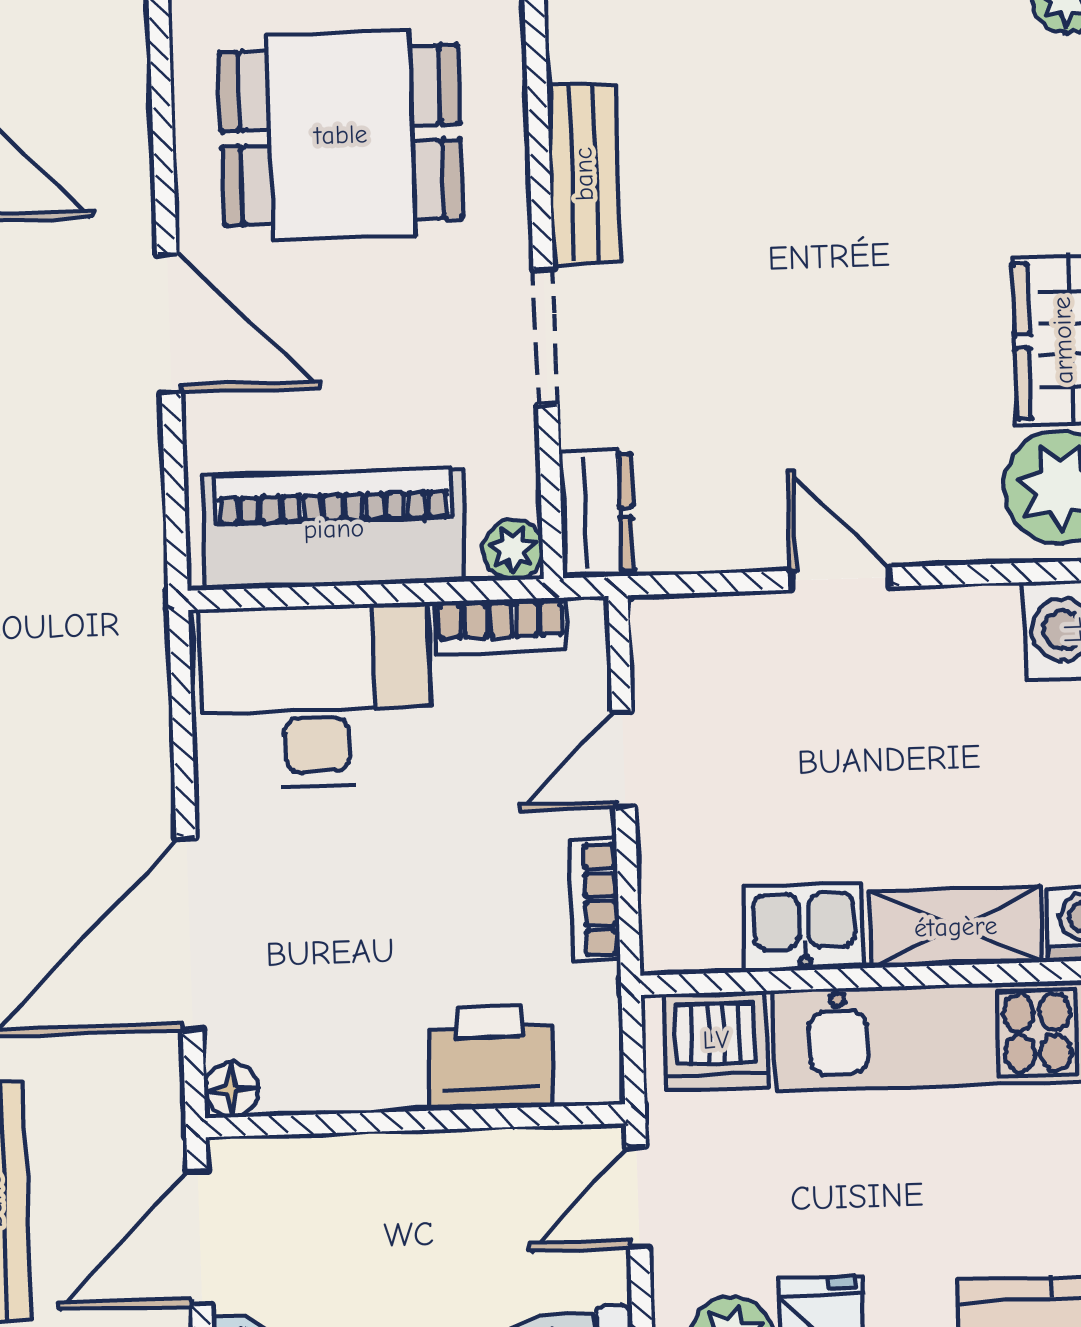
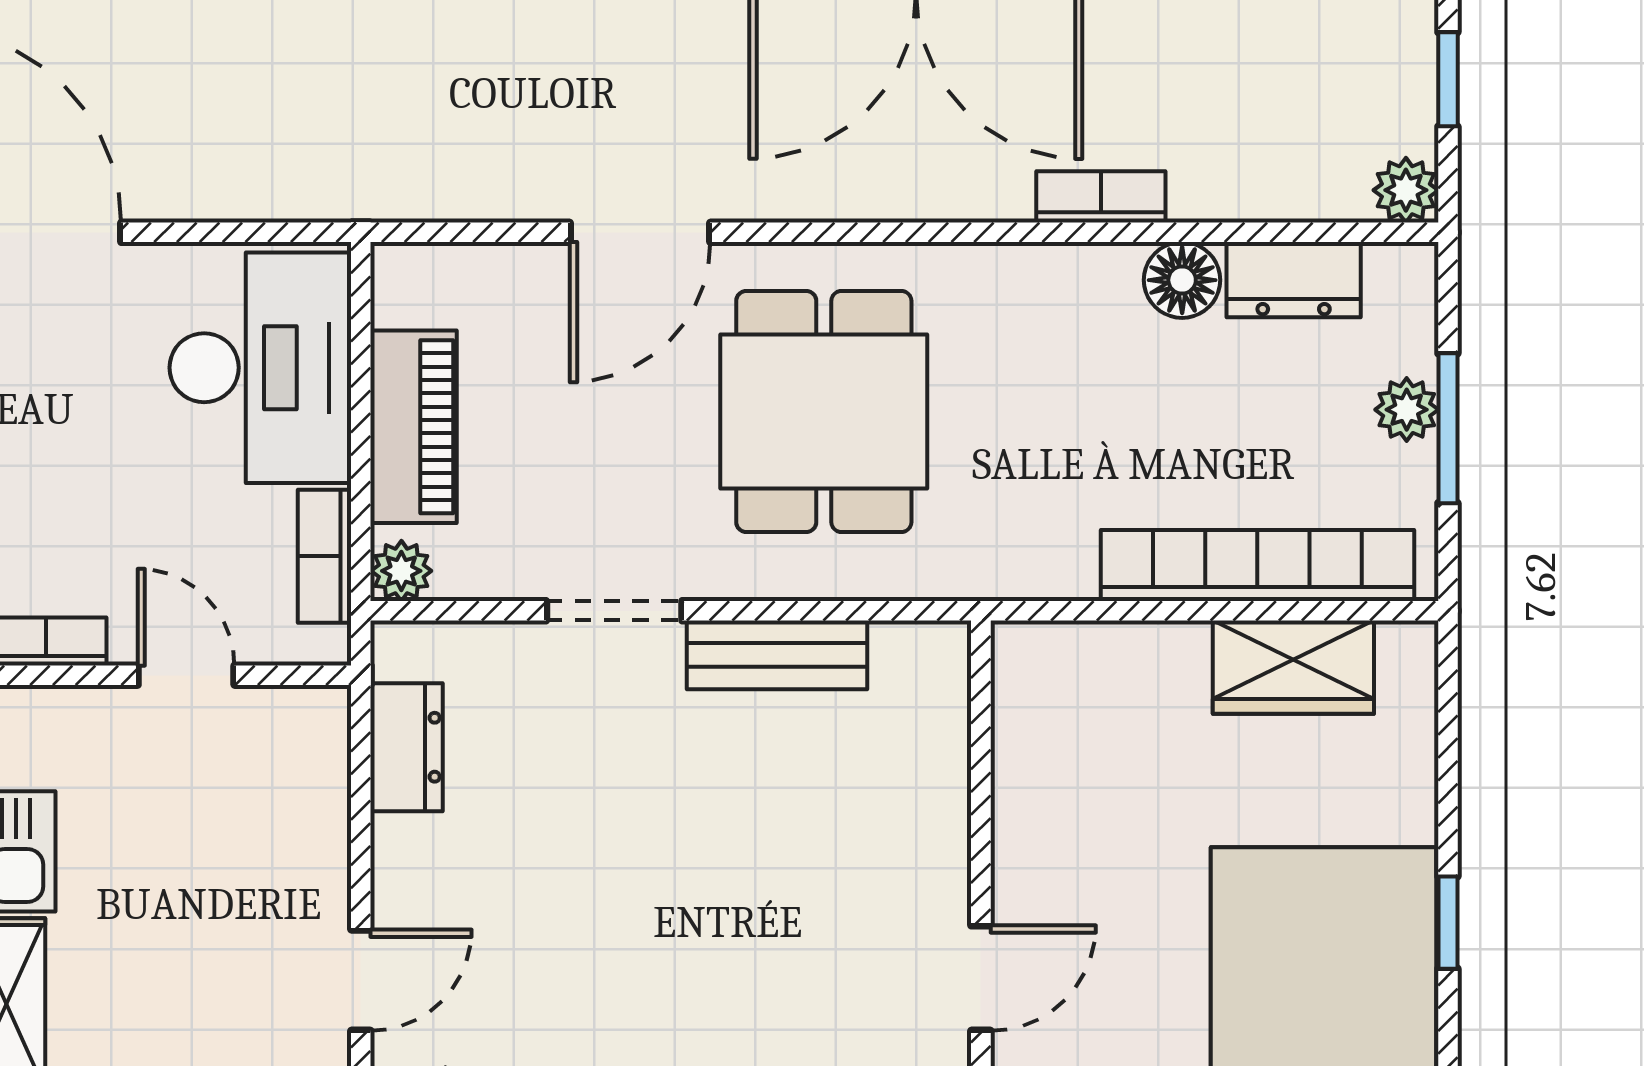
dresser: (597, 514) -> (407, 747), moved, turned -90
piano: (334, 529) -> (414, 427), width x0.73, depth x0.75
door: (840, 579) -> (361, 980), moved

